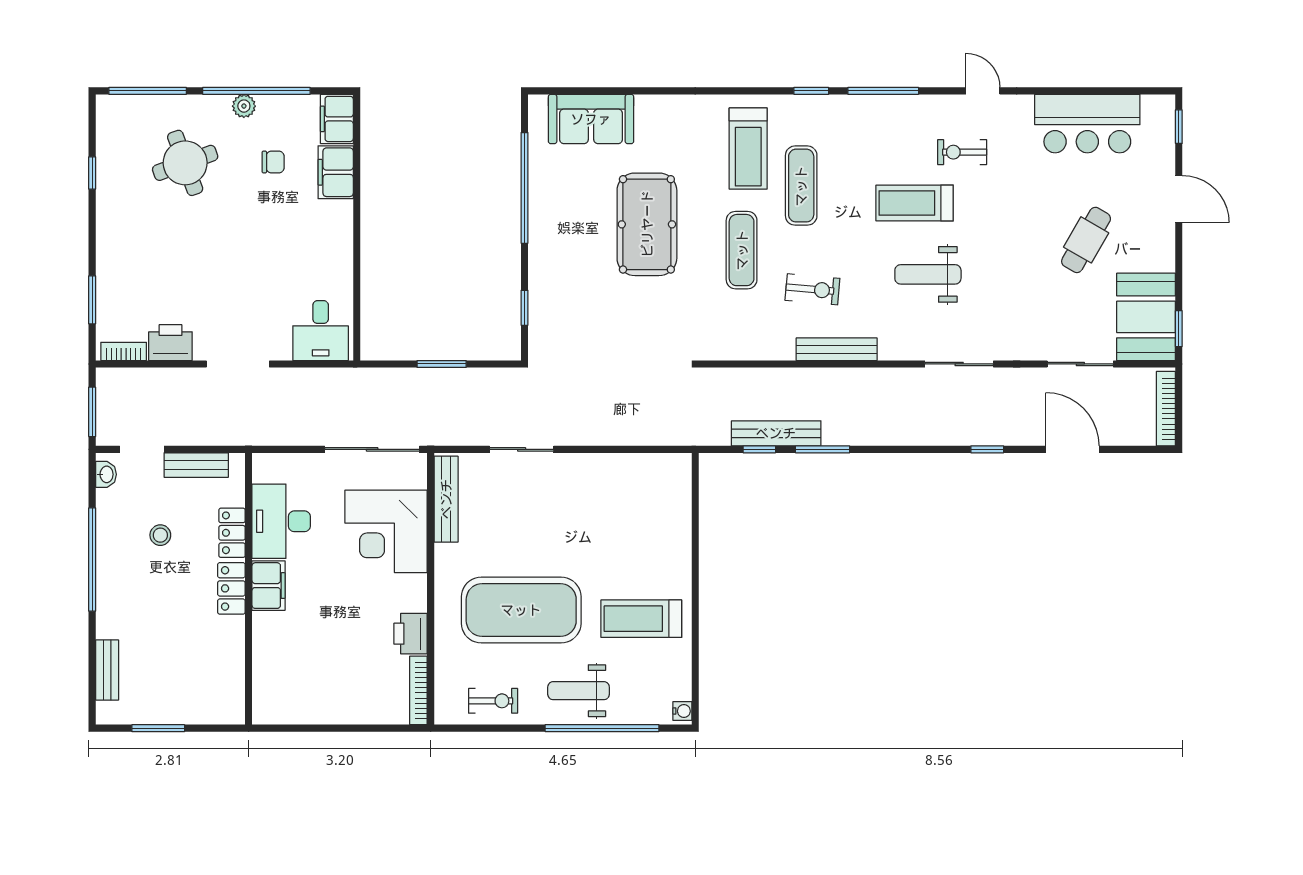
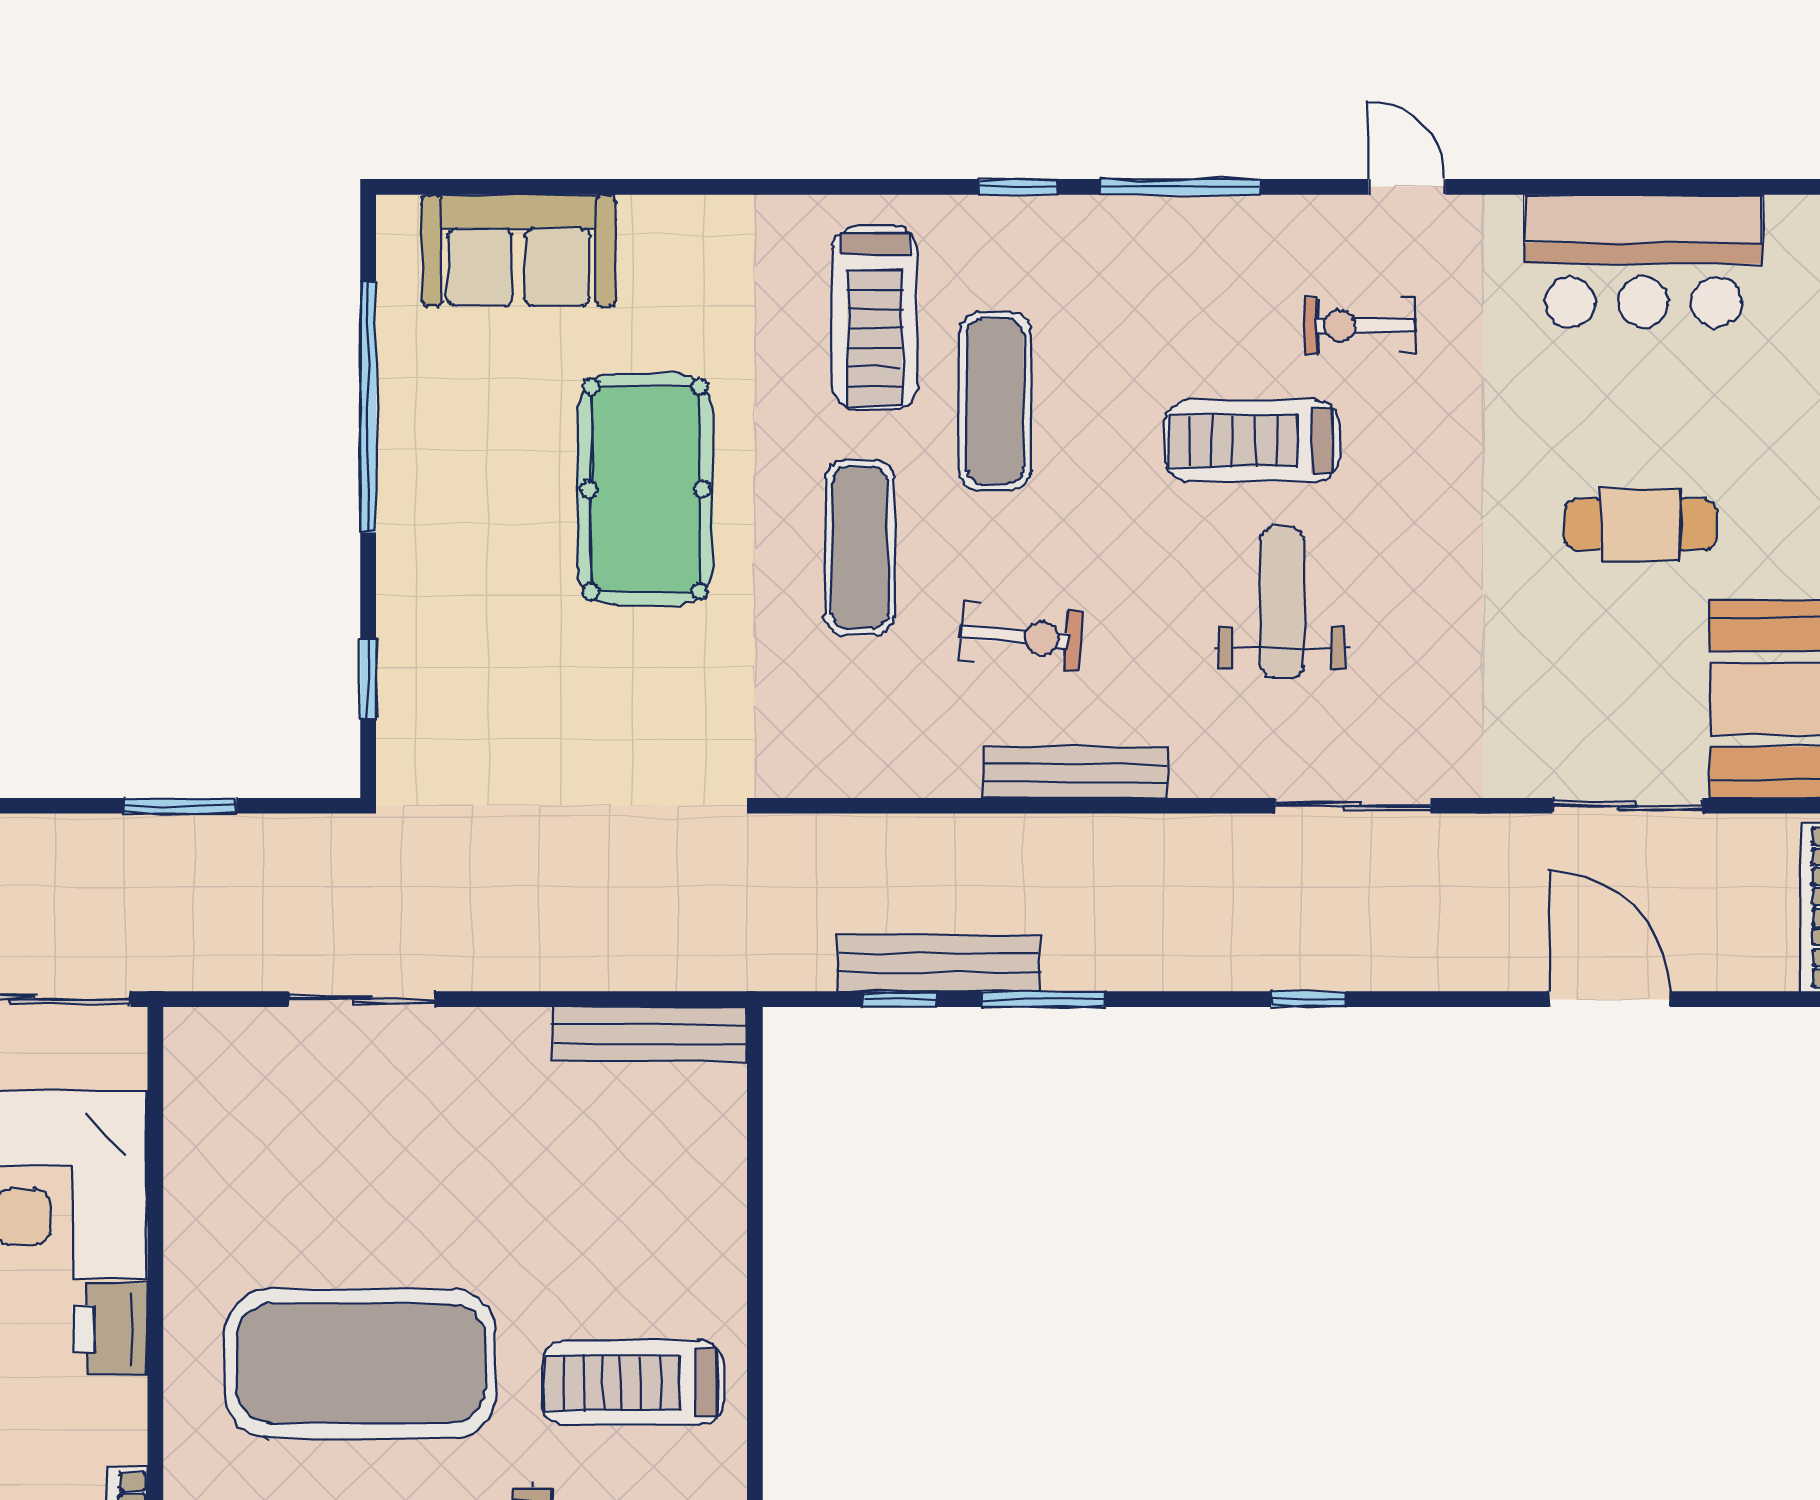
cafe table: (1086, 240) -> (1640, 525), turned 60
weight bench: (928, 274) -> (1282, 603), turned 90
window: (987, 449) -> (1309, 999), moved
bench: (446, 499) -> (650, 1034), moved, turned 90
printer: (411, 634) -> (110, 1329), moved

